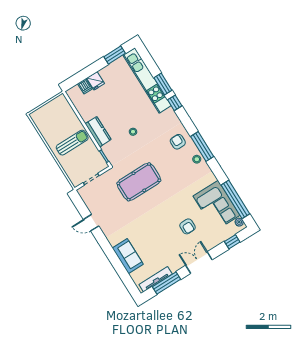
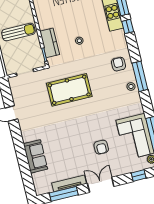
kitchen counter: (98, 132) -> (50, 43), moved
tv unit: (156, 279) -> (69, 183), moved

